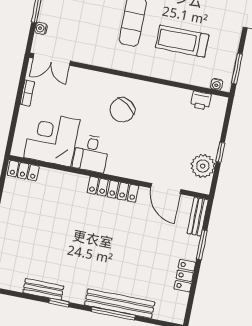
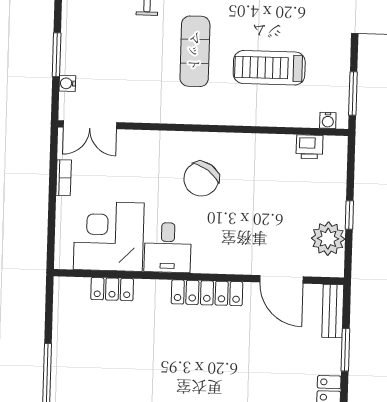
locker: (23, 171) -> (112, 289), moved

